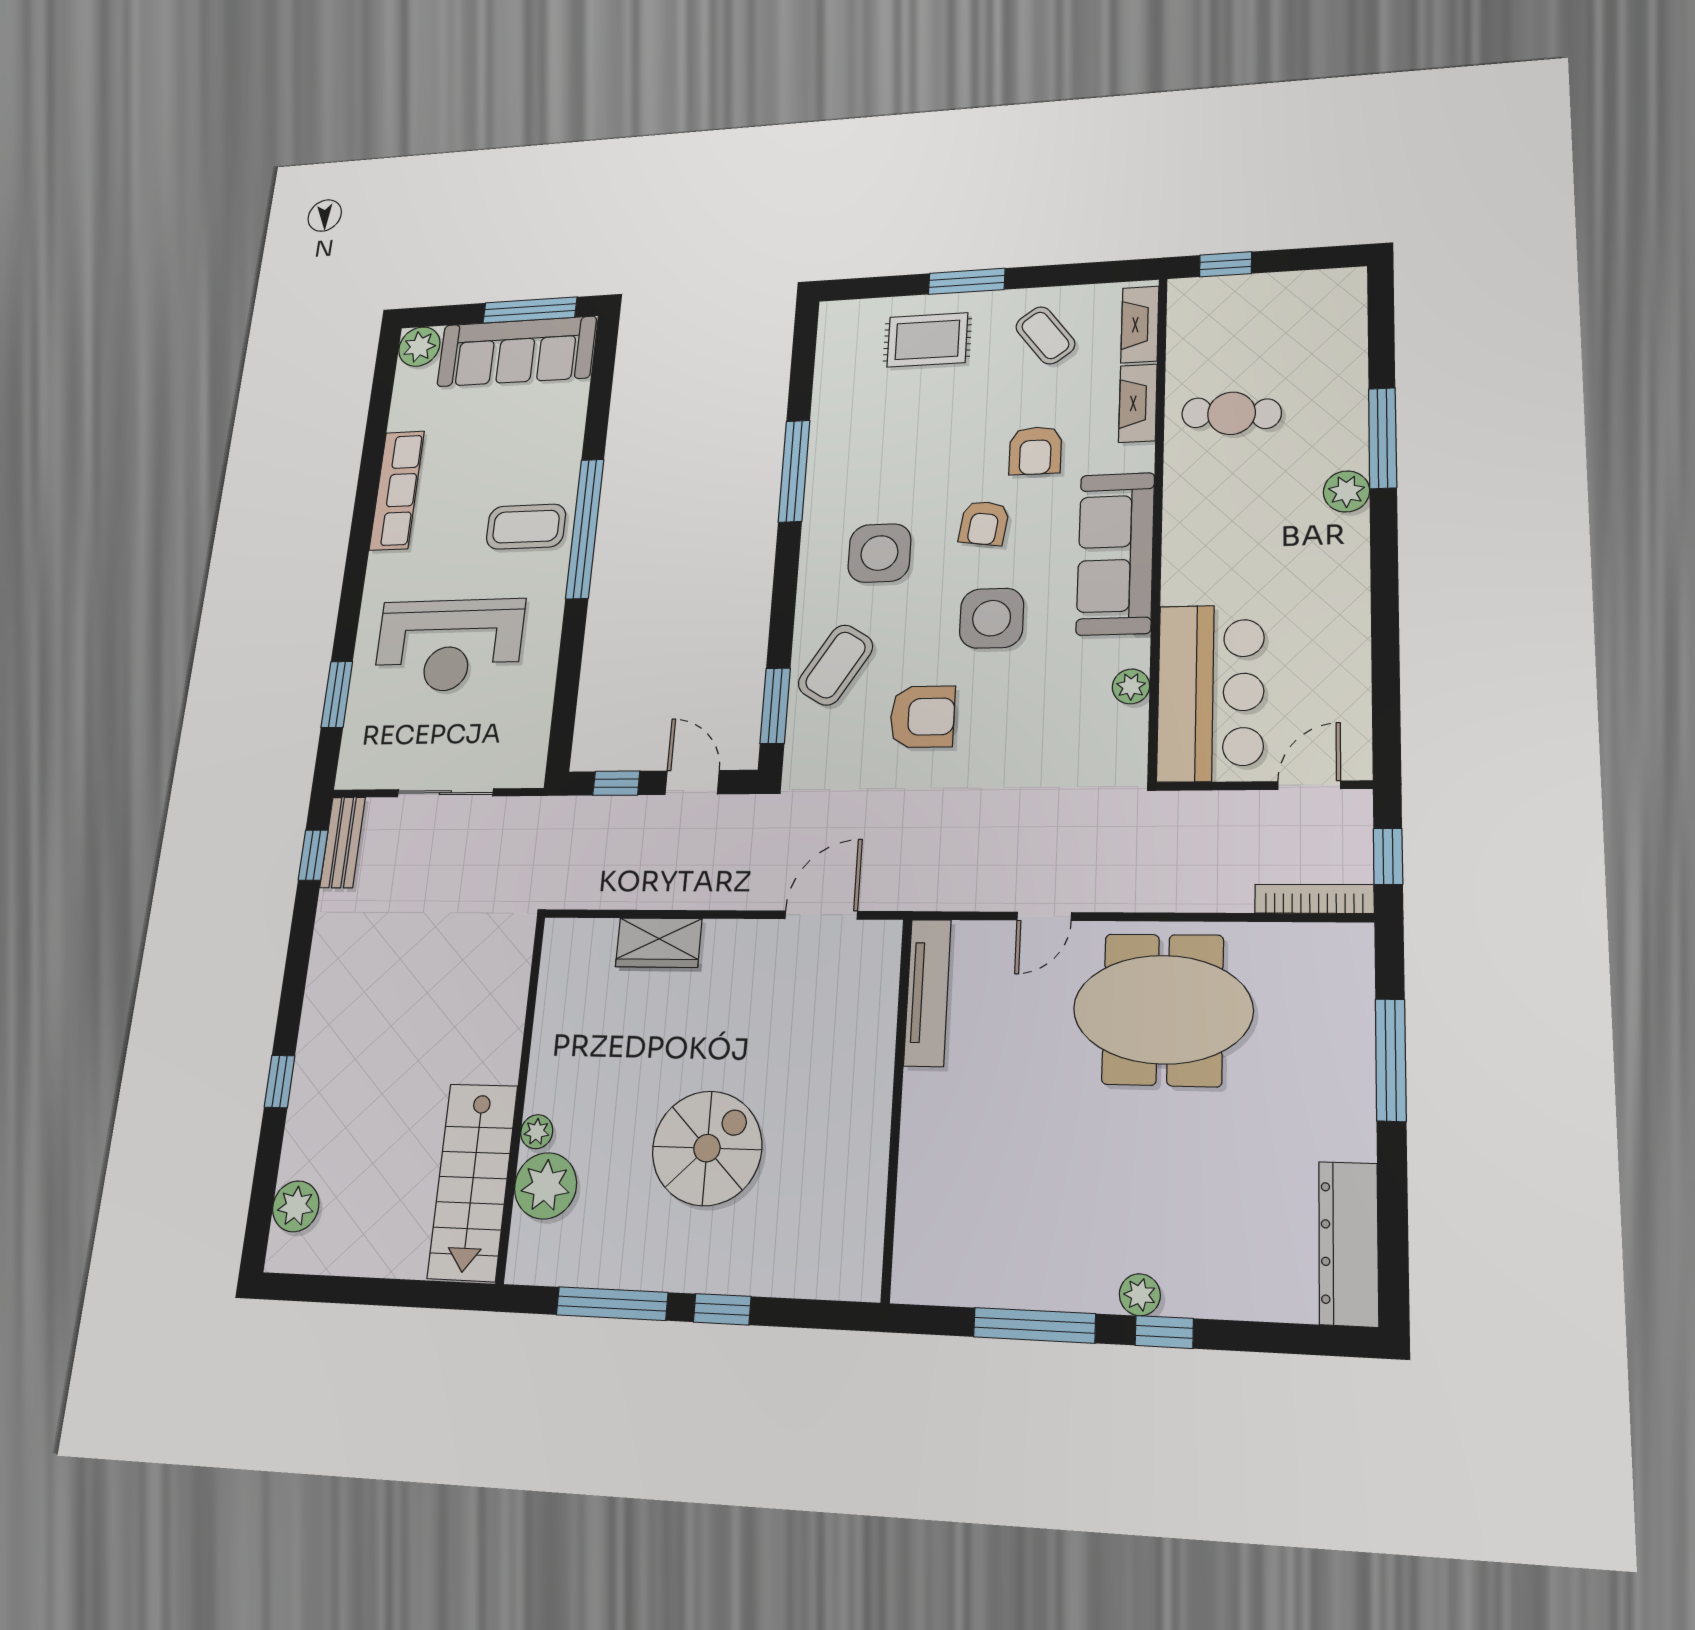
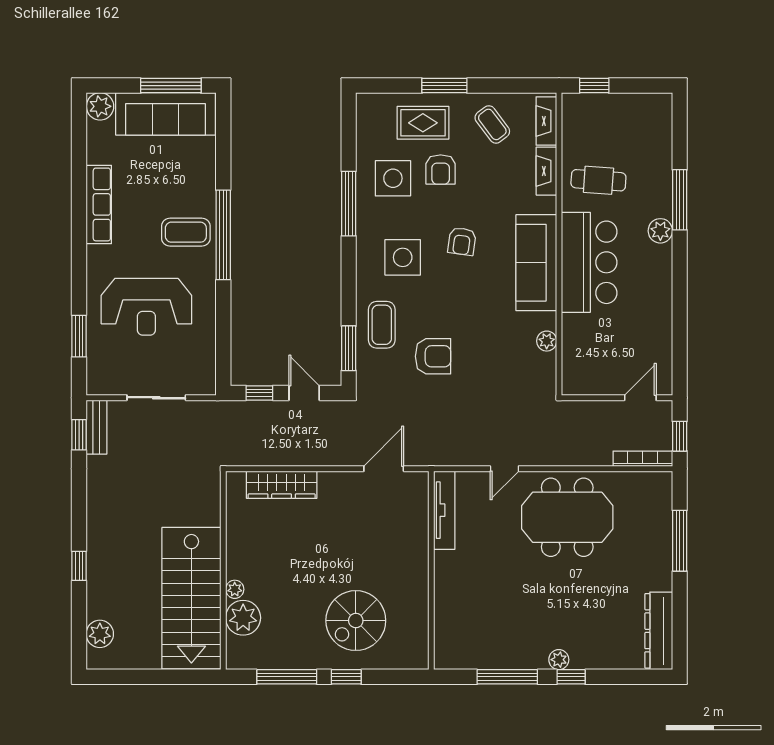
armchair: (1035, 451) -> (441, 169), moved
side table: (992, 618) -> (393, 178), moved
coffee table: (836, 665) -> (382, 325), turned -32
bar counter: (1211, 692) -> (589, 262), moved
wardrobe: (659, 943) -> (282, 485), width x1.50
spiral stairs: (707, 1148) -> (356, 621), moved, turned 180
stairs: (473, 1182) -> (191, 598), width x1.36, depth x1.51

